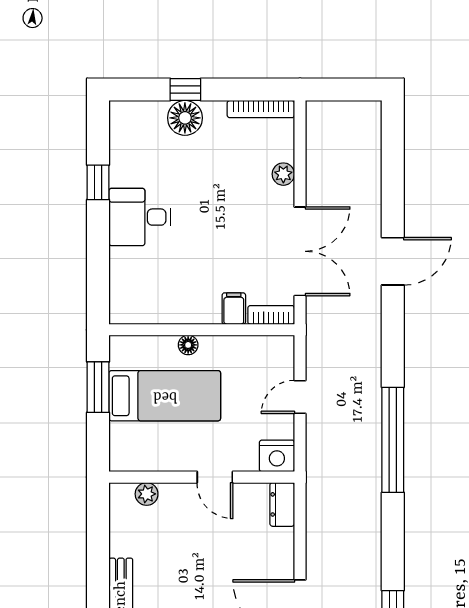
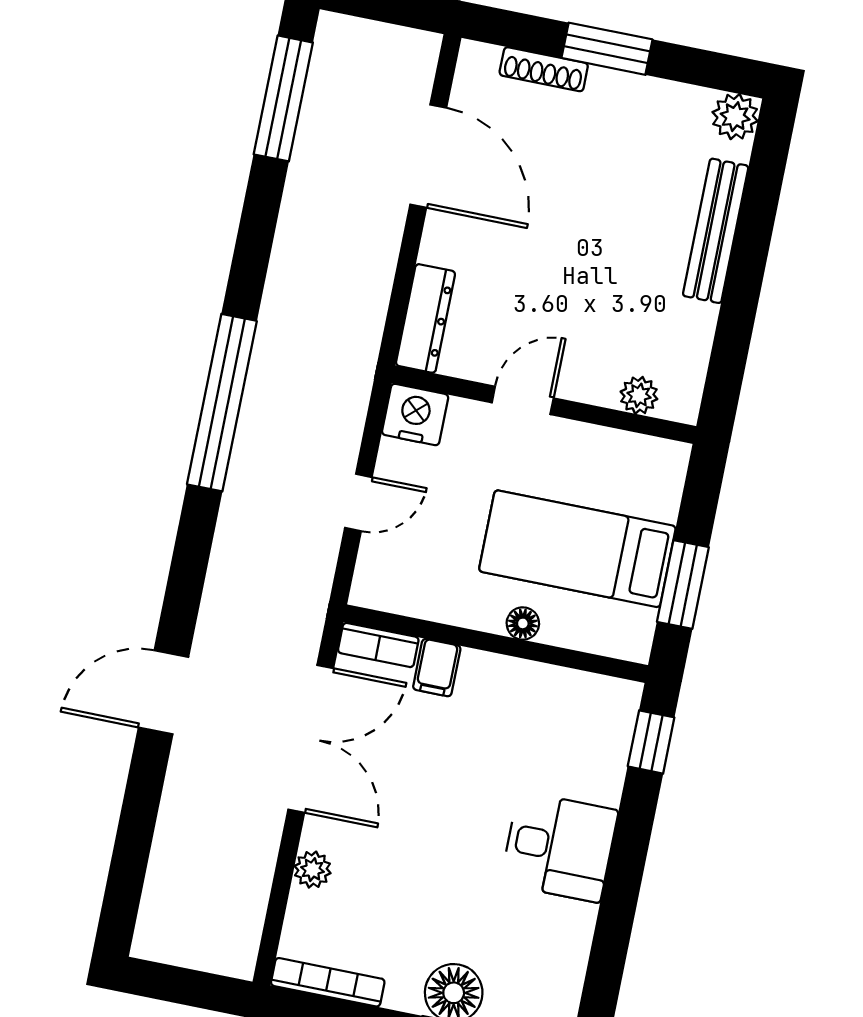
window: (98, 182) -> (651, 742), moved
double door: (300, 251) -> (311, 739), swing flipped
door: (215, 477) -> (523, 400), hinge flipped
dresser: (282, 504) -> (425, 318), width x1.44

